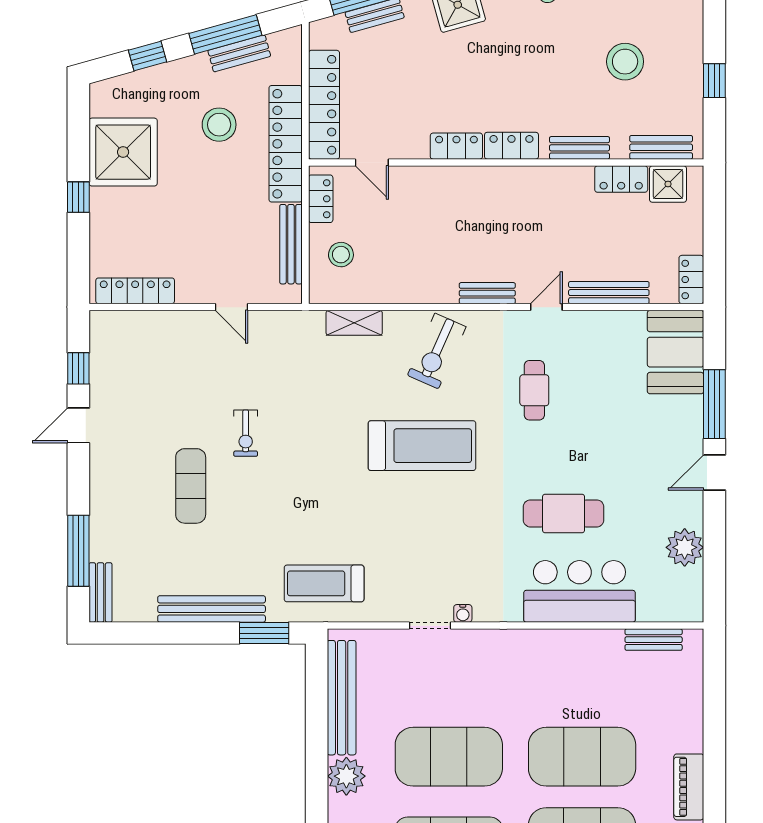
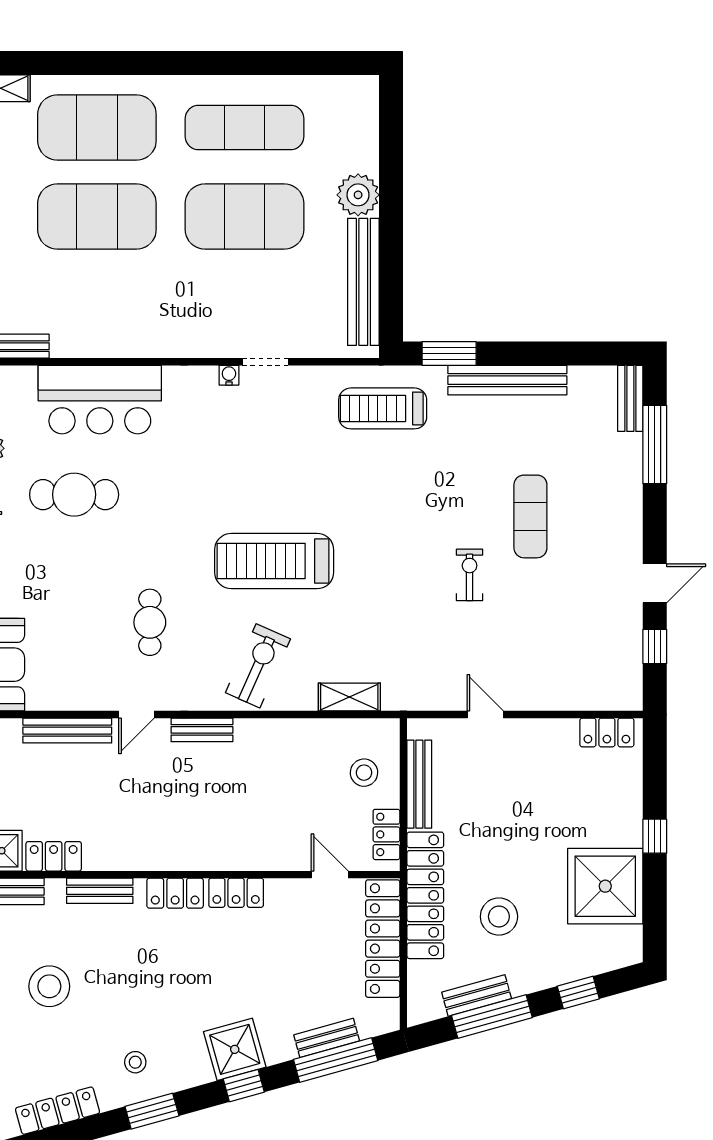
locker: (135, 291) -> (607, 732), width x0.66
cafe table: (564, 513) -> (74, 495), moved
treadmill: (324, 583) -> (383, 408), turned 180

